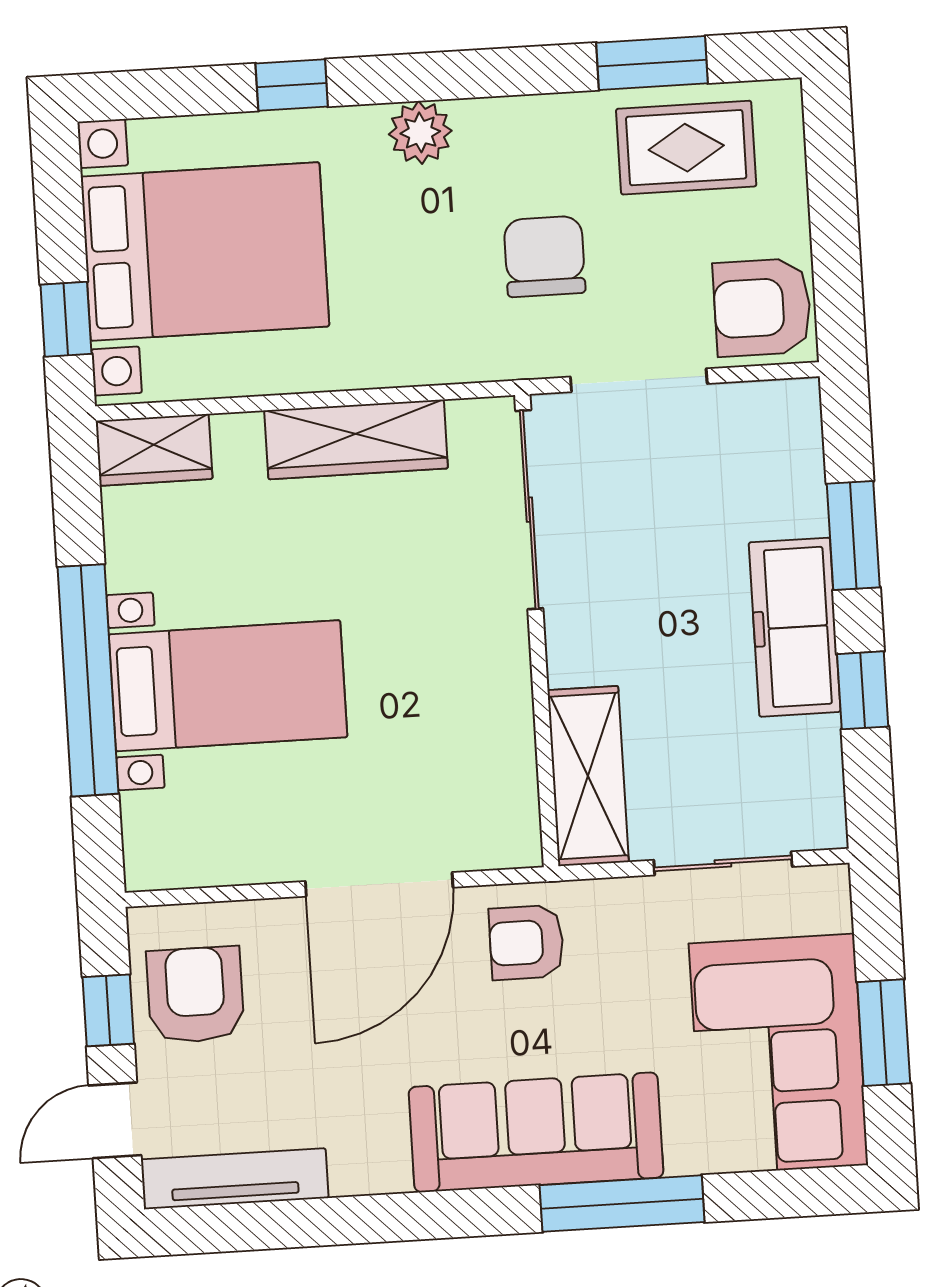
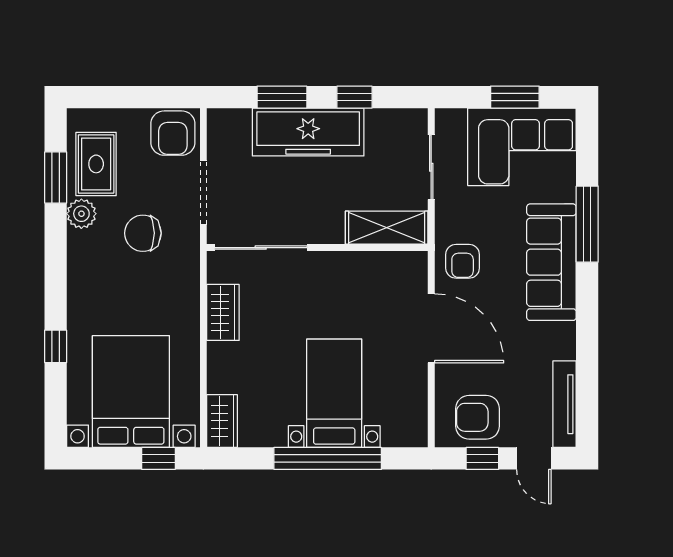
plant: (420, 132) -> (81, 214), moved
wardrobe: (356, 439) -> (223, 312), width x0.67
freezer: (795, 627) -> (308, 132), width x1.36, depth x1.26

